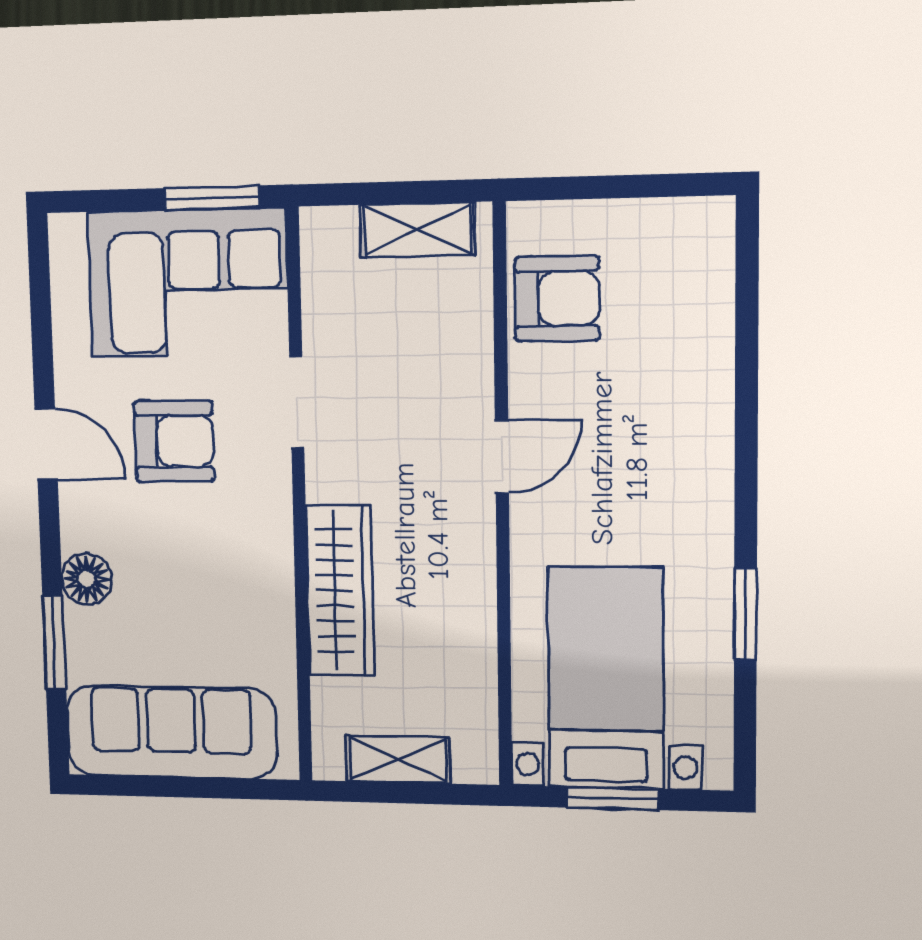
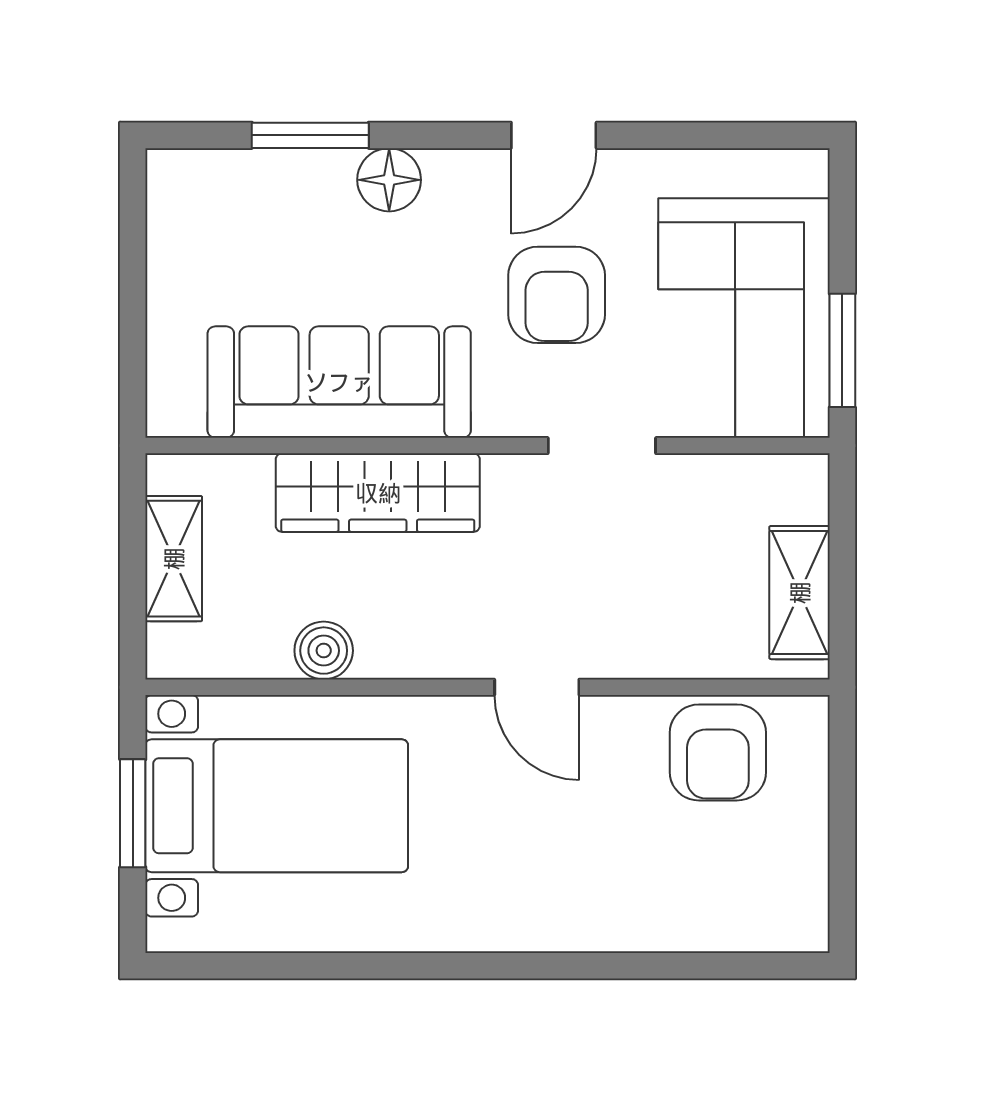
window: (745, 614) -> (354, 966), removed
boiler: (473, 637) -> (324, 651), added
sofa: (171, 732) -> (339, 382), moved, turned -90

